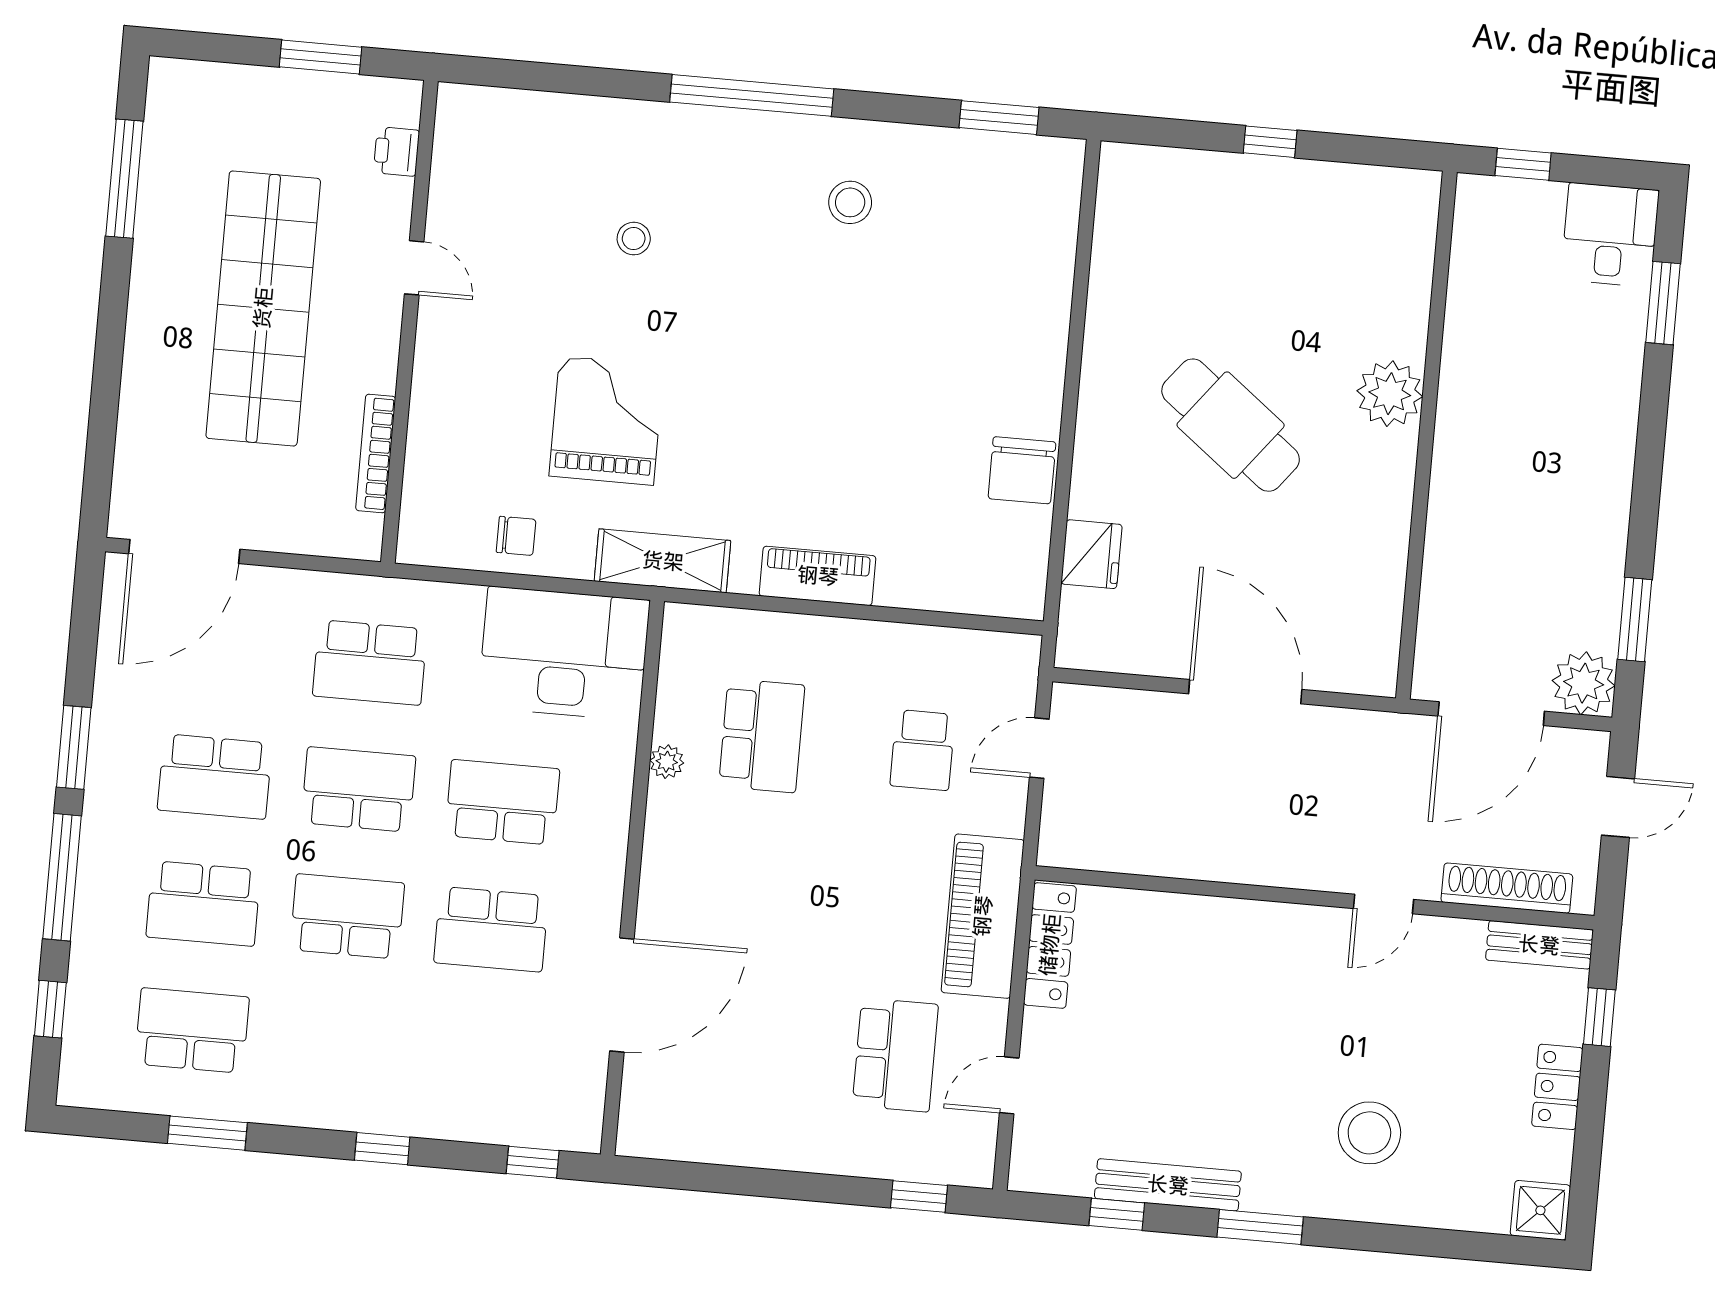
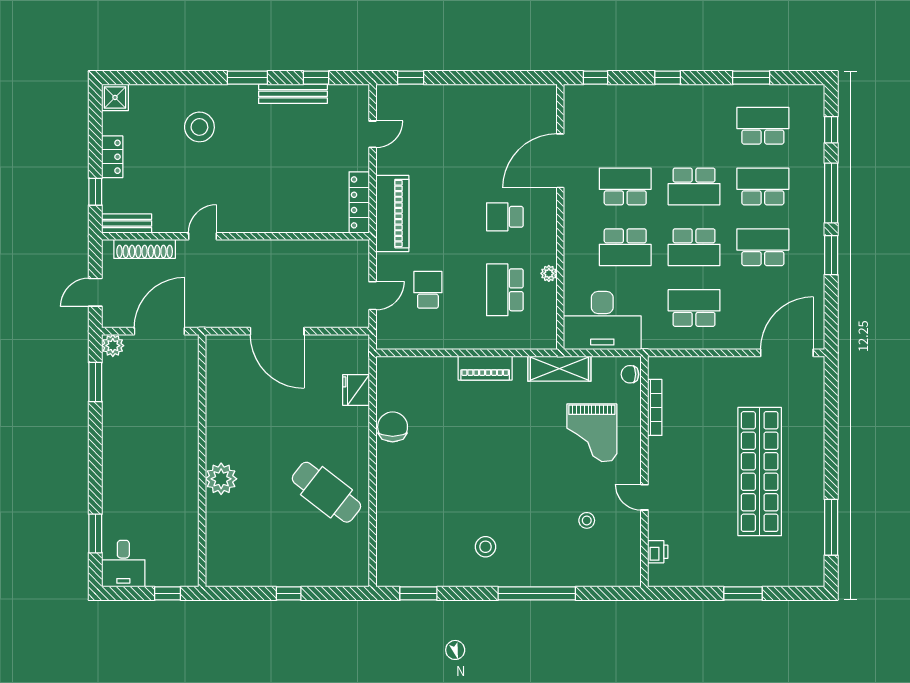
printer: (396, 151) -> (658, 552), moved
door: (414, 268) -> (644, 497), moved
wall: (409, 322) -> (644, 471), moved
cafe table: (1231, 425) -> (326, 492), moved
bookcase: (376, 454) -> (655, 407), moved
plant: (1584, 683) -> (113, 346), width x0.73, depth x0.73
school desk: (192, 1030) -> (763, 126), turned 180
school desk: (895, 1055) -> (505, 217), moved, width x0.54

